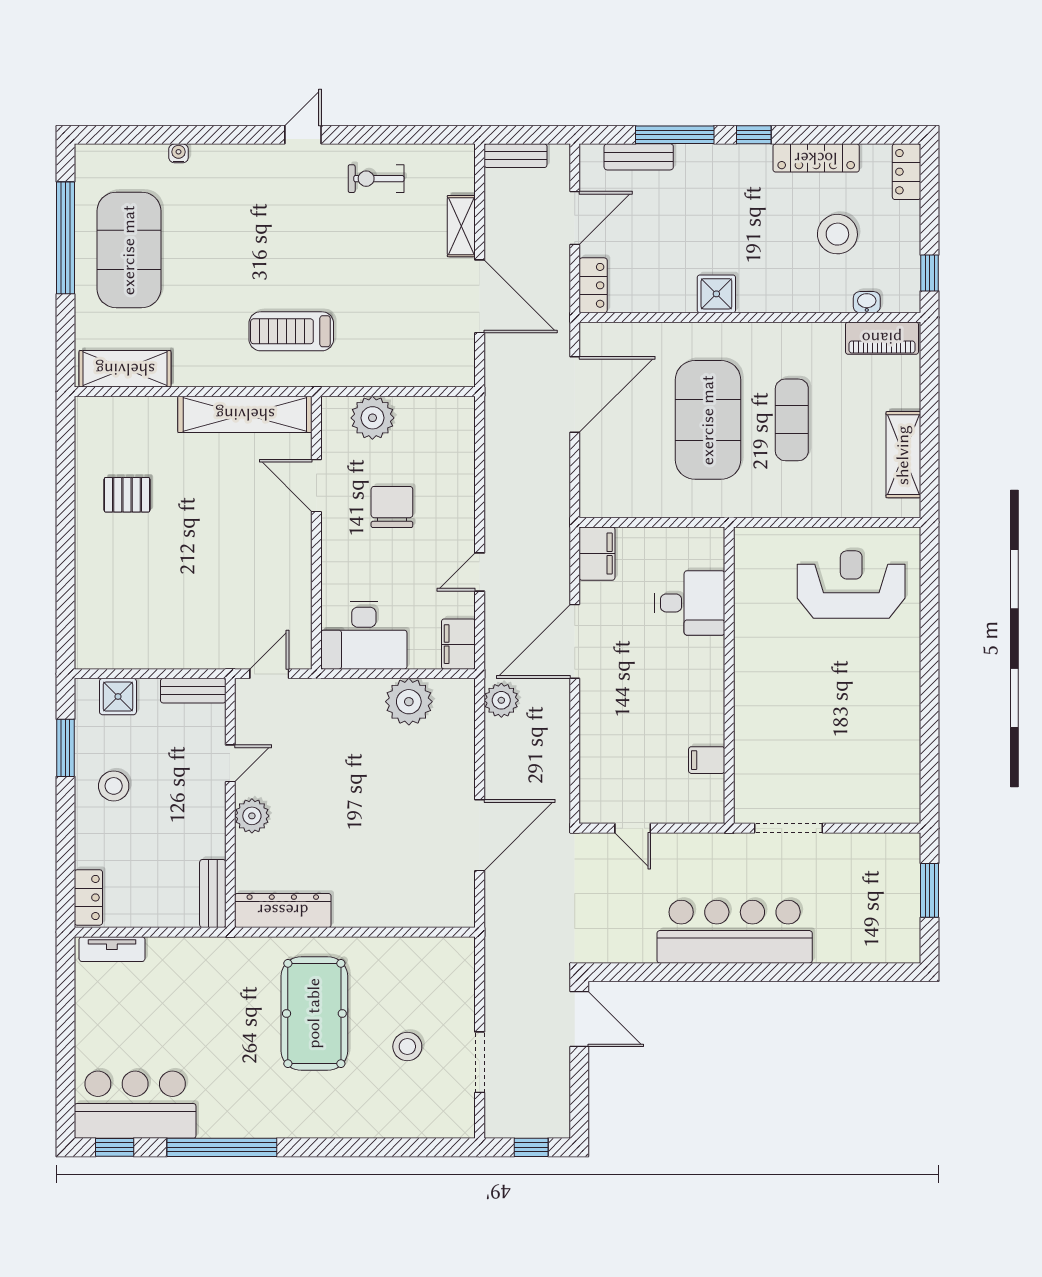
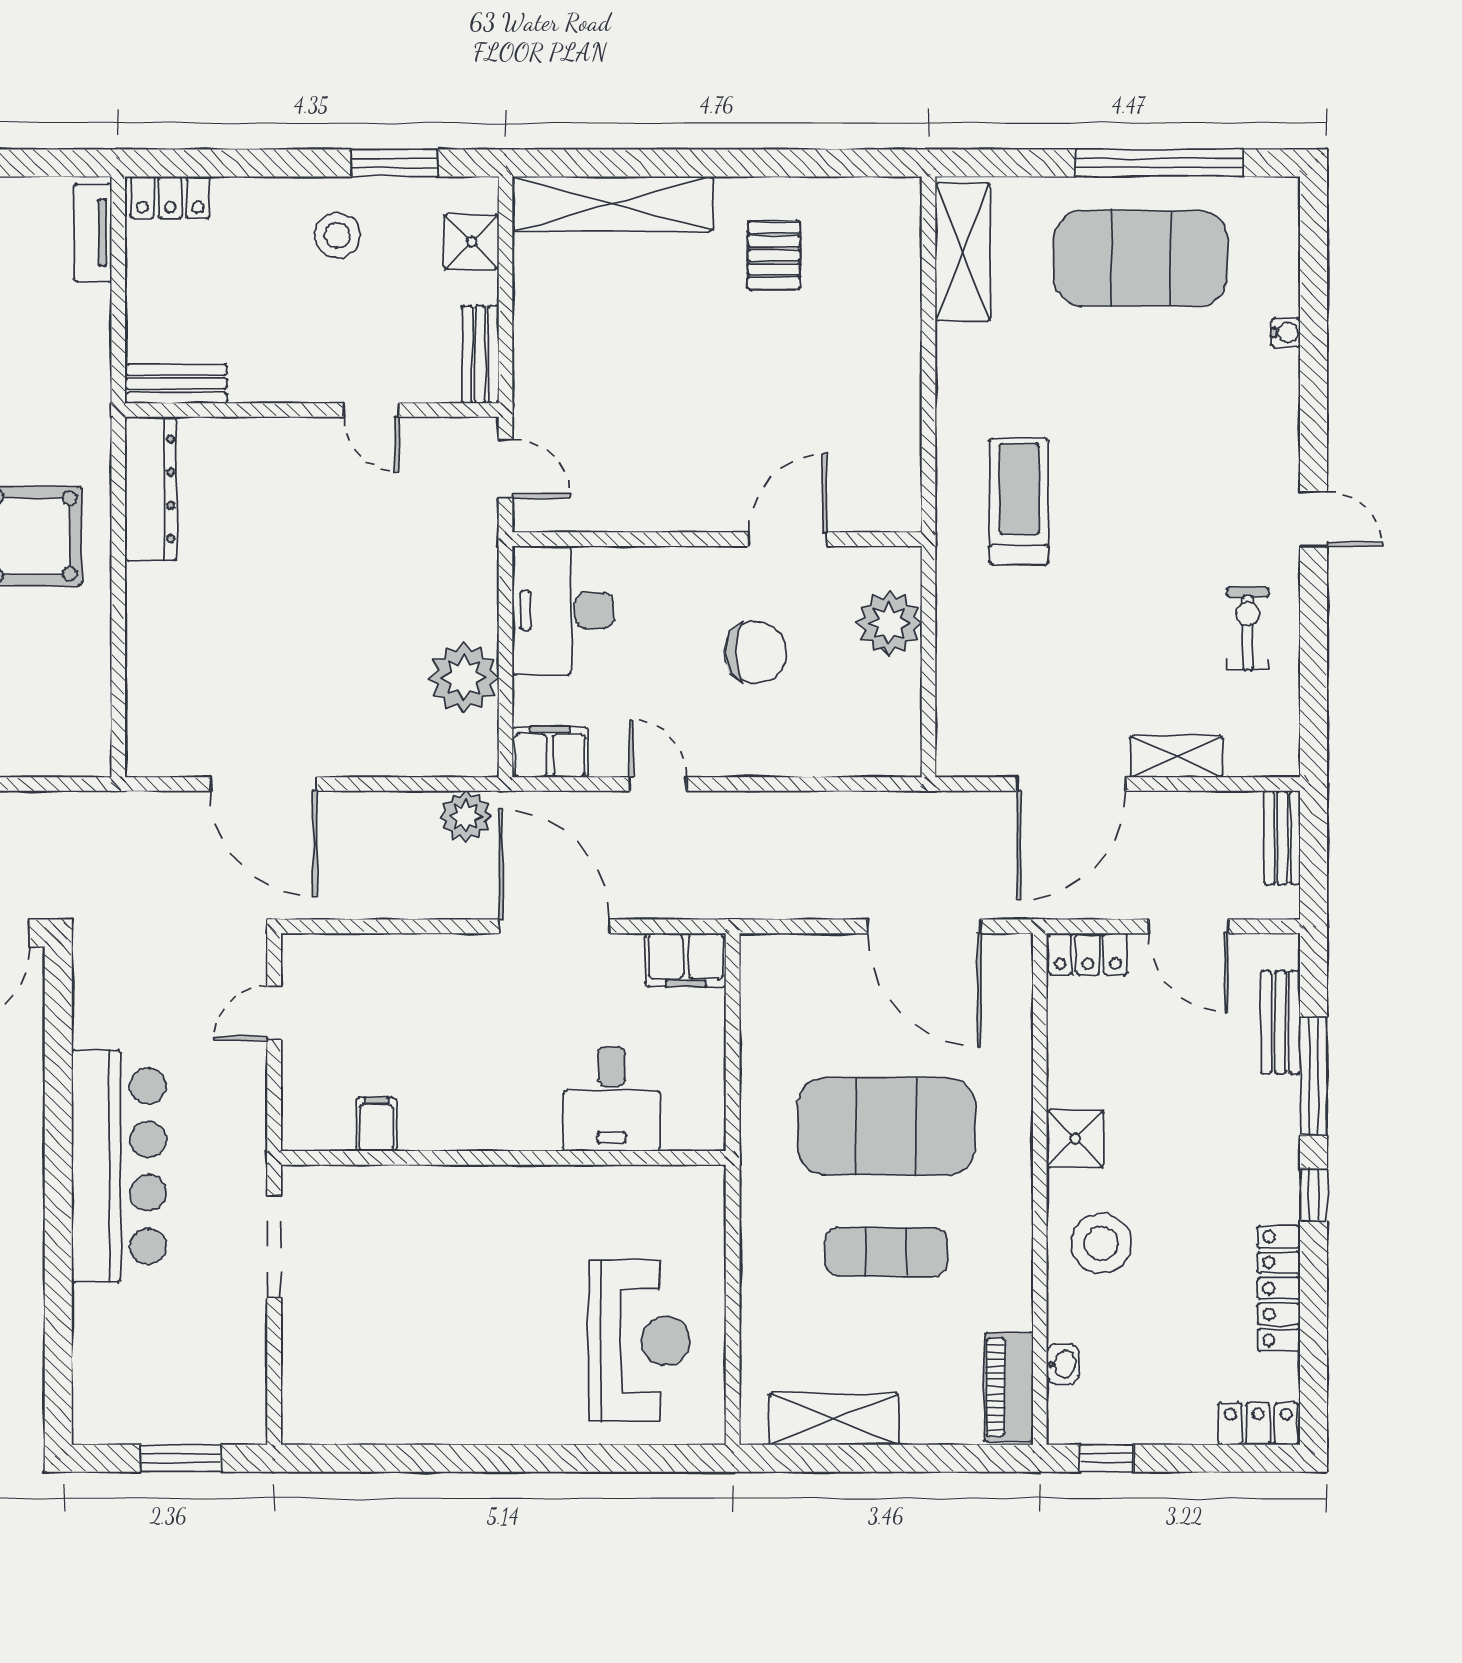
stool: (837, 234) -> (1101, 1243), moved
shelving: (245, 414) -> (613, 204), moved, turned 90
plant: (252, 816) -> (293, 443), removed

